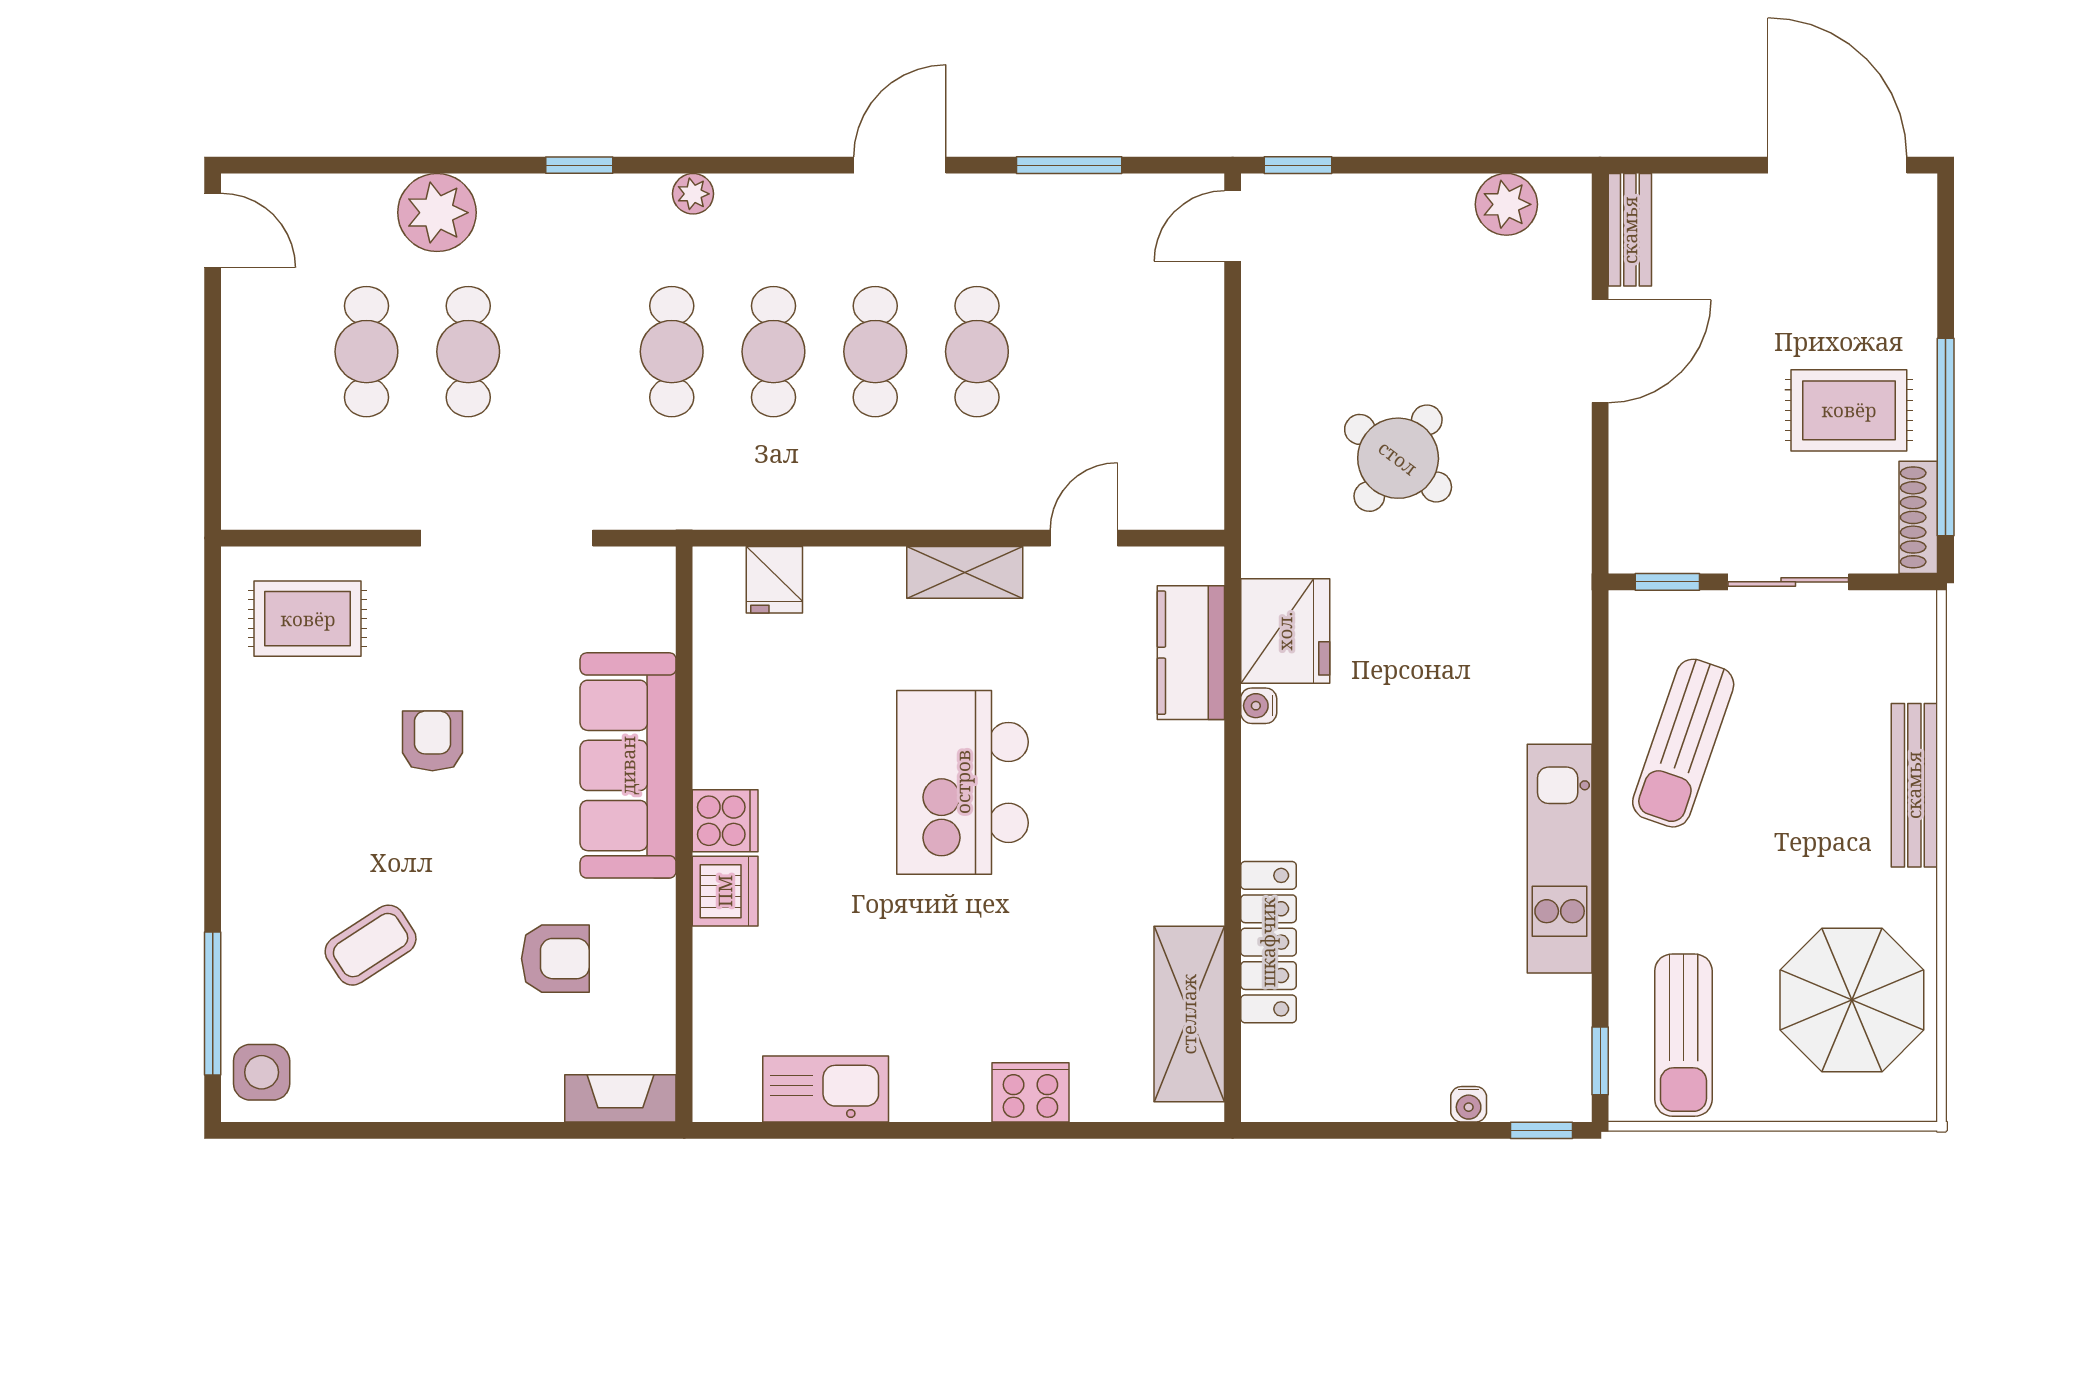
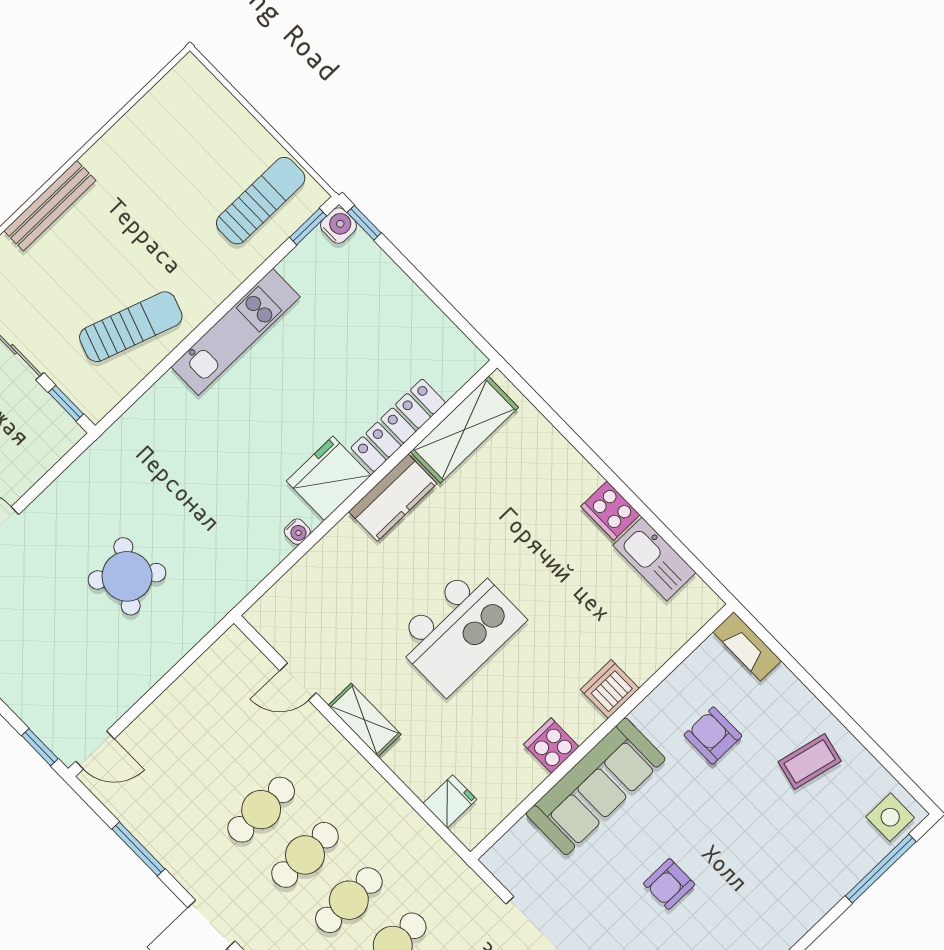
fridge: (1285, 631) -> (329, 478), moved
kitchen counter: (1191, 653) -> (393, 498), moved
cooker: (725, 821) -> (551, 746), moved
coffee table: (371, 945) -> (810, 762), moved, turned -44
parasol: (1852, 1000) -> (172, 141), removed
cooker: (1030, 1092) -> (610, 511), moved
water cooler: (1469, 1104) -> (338, 225), moved, width x1.38, depth x1.38

